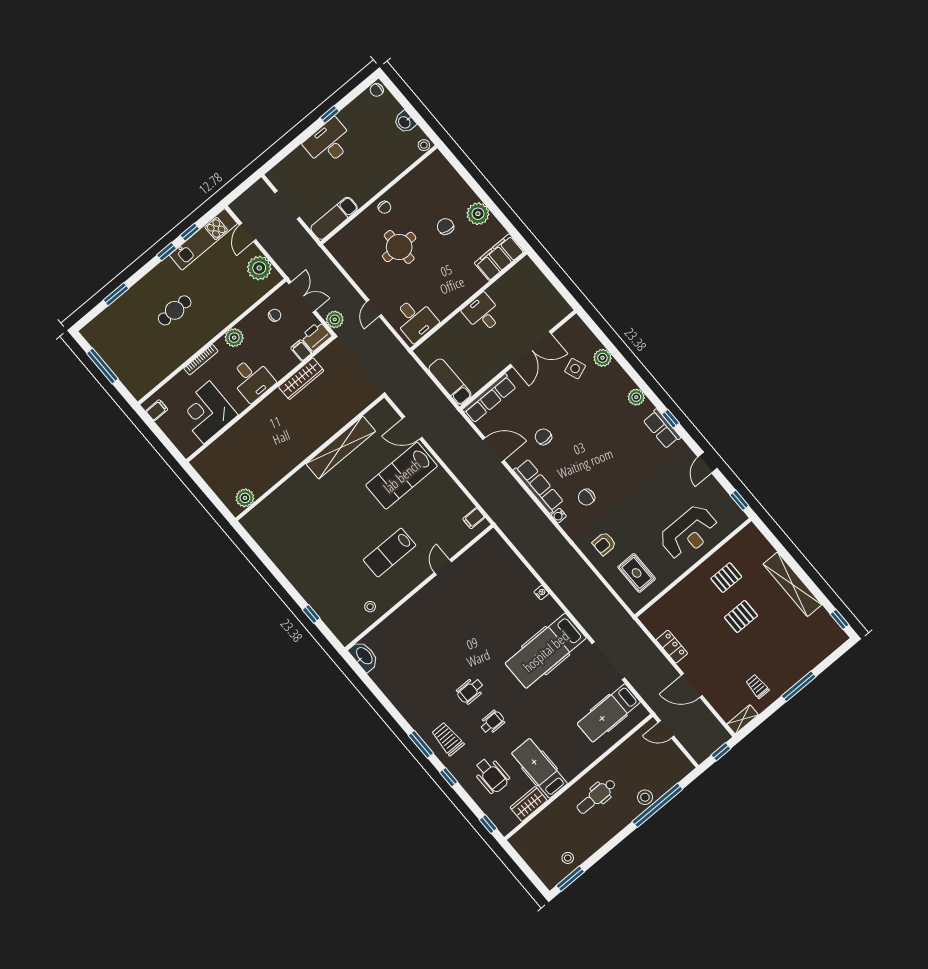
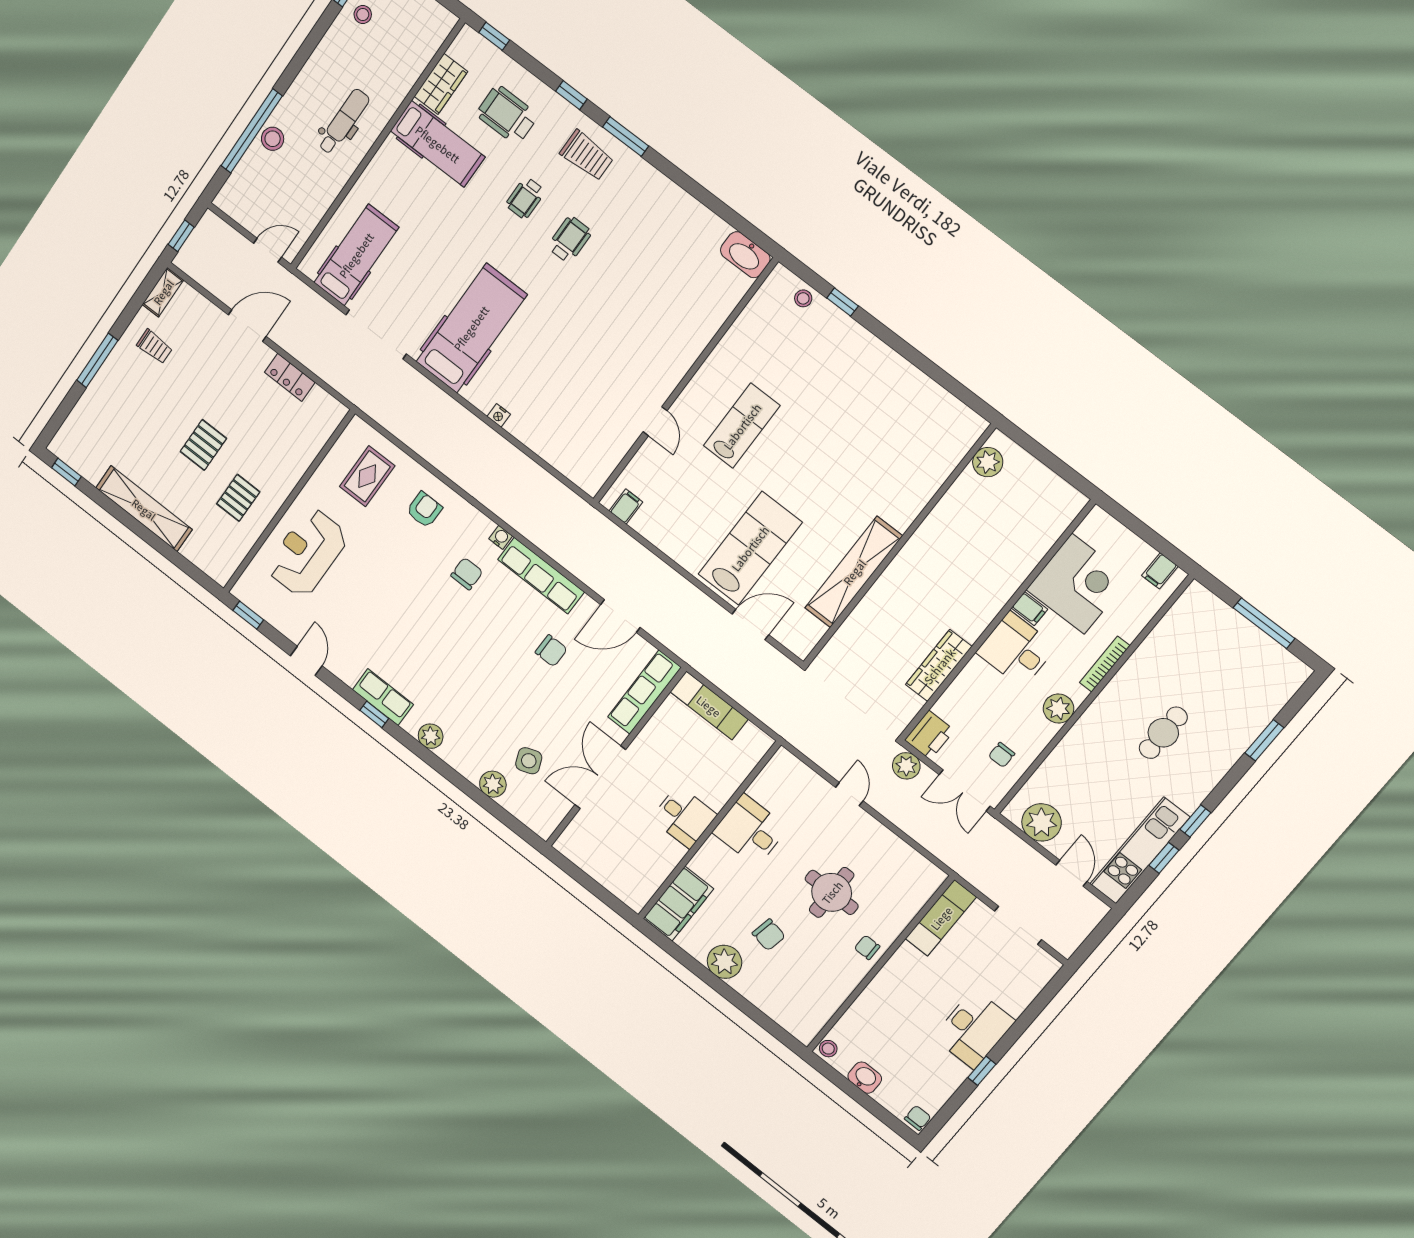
desk: (415, 319) -> (750, 830), moved
filing cabinet: (301, 350) -> (1029, 609), moved
rug: (637, 573) -> (367, 476), turned 90
stool: (370, 607) -> (803, 298), moved

